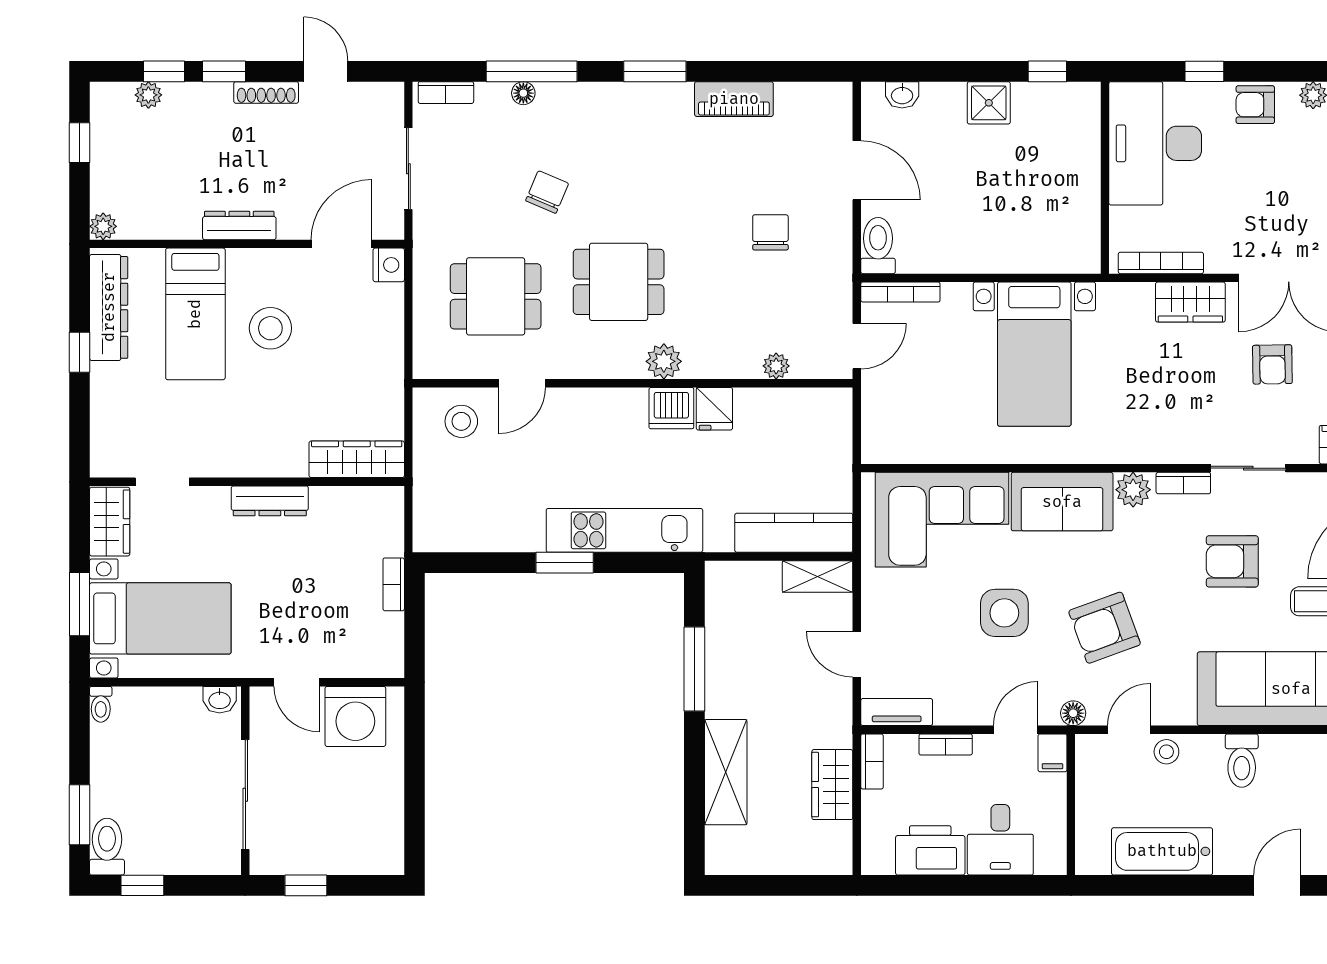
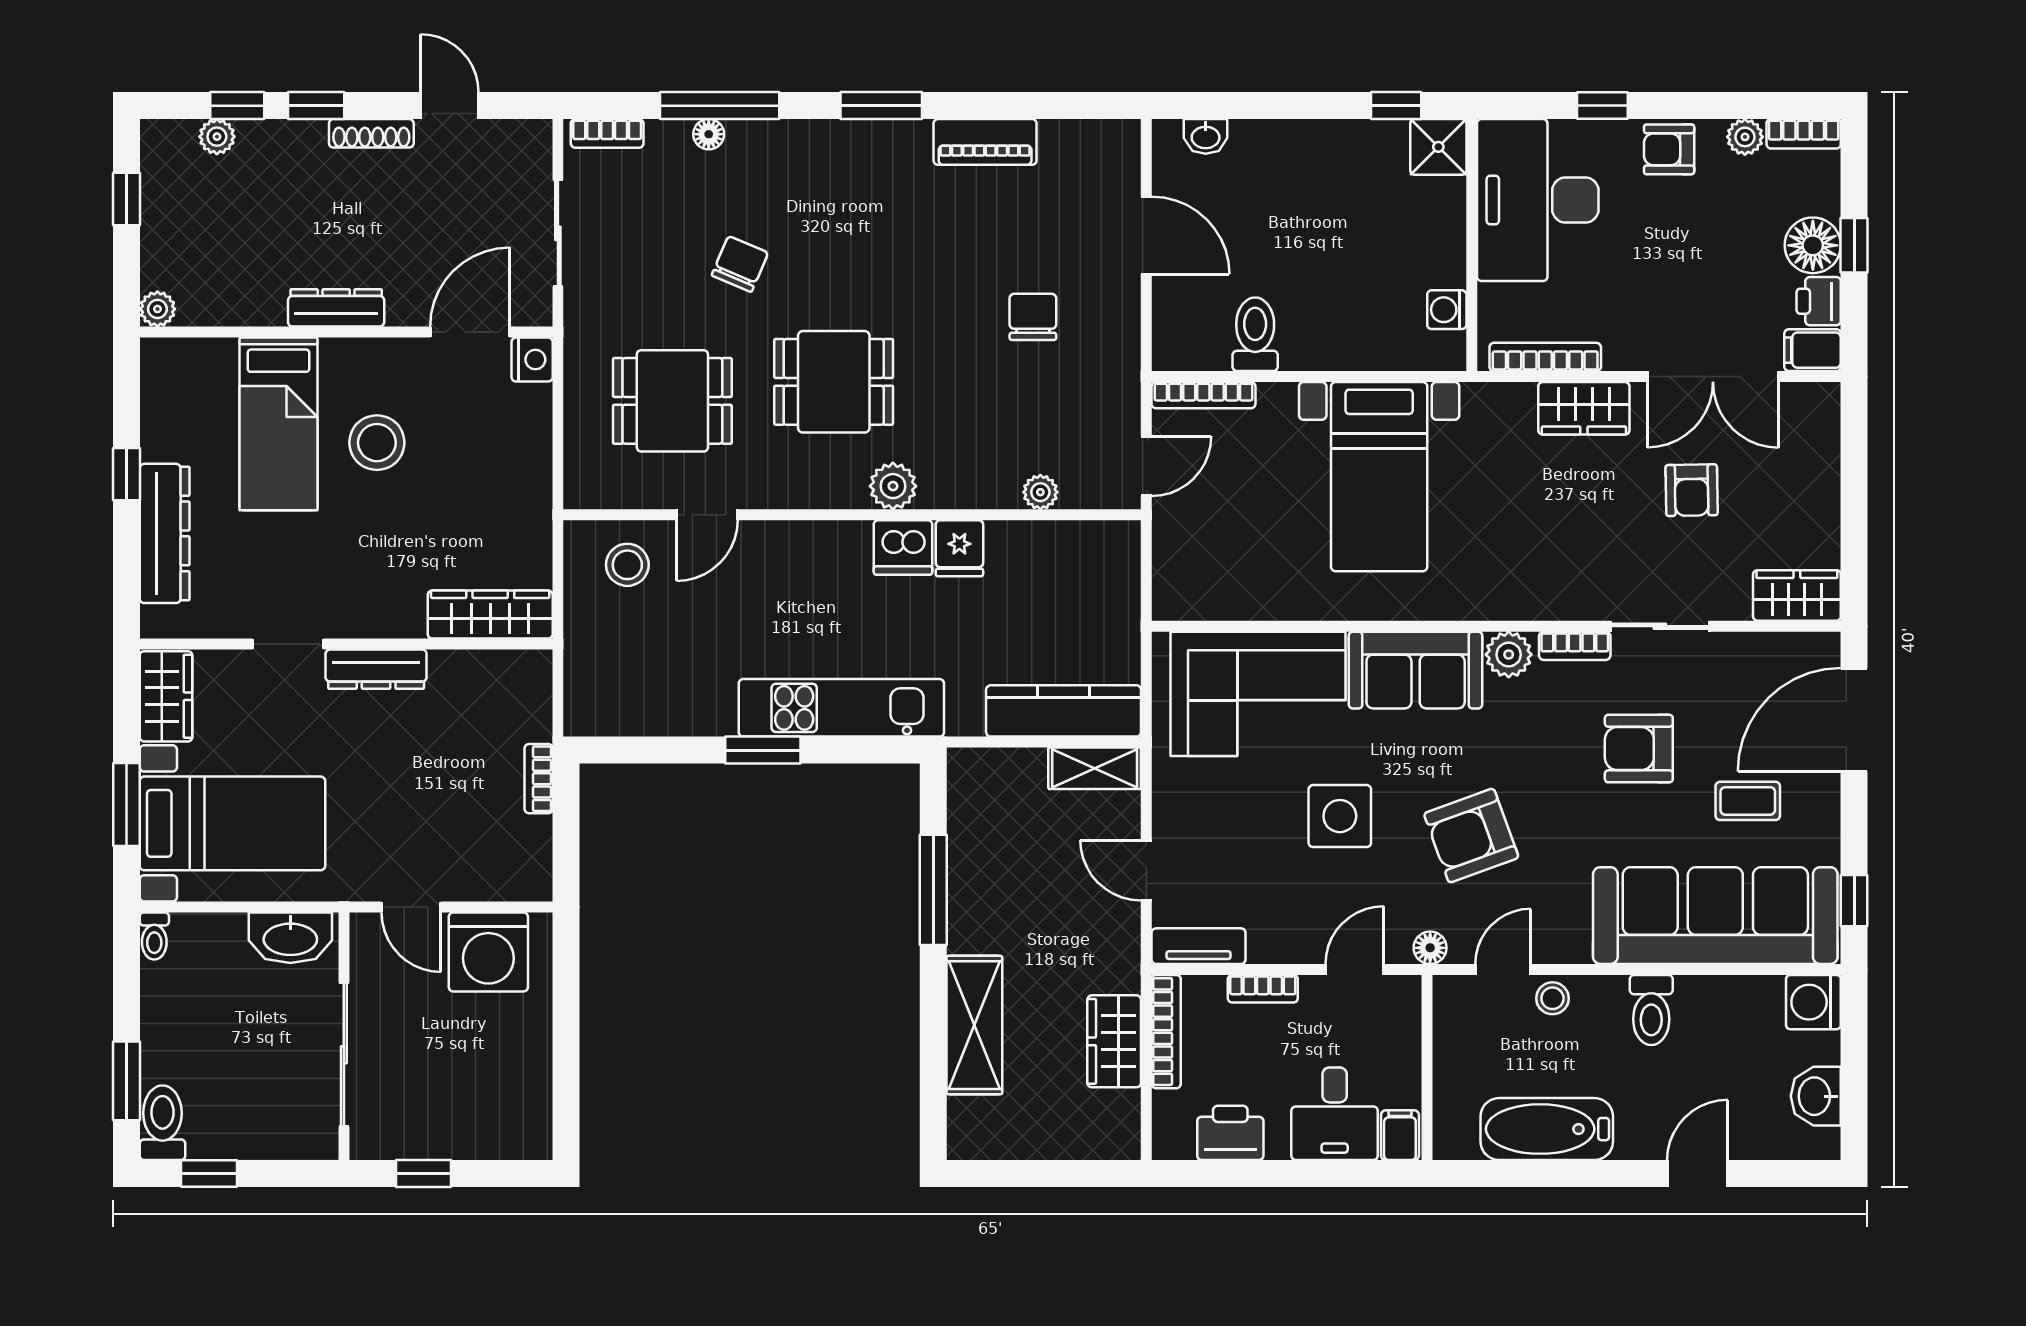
shower: (989, 103) -> (1438, 147), moved
washing machine: (1086, 227) -> (1447, 310), added
toilet: (878, 246) -> (1255, 334), moved
dresser: (109, 307) -> (165, 533), moved
doorway: (162, 482) -> (288, 644), moved
washbasin: (220, 700) -> (290, 938), width x1.91, depth x1.45
filing cabinet: (1052, 753) -> (1400, 1135), moved, turned 180
bookcase: (872, 762) -> (1166, 1032), width x1.56
printer: (930, 850) -> (1230, 1133), width x0.73, depth x0.84

